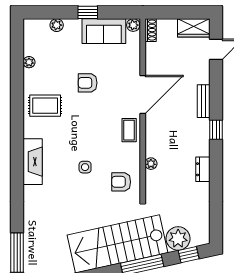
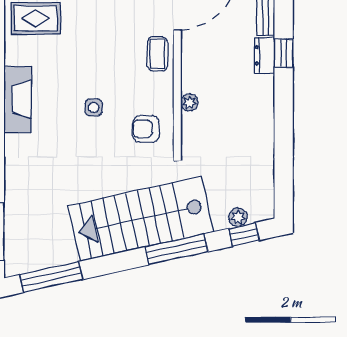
dresser: (203, 169) -> (265, 55), moved
plant: (178, 238) -> (238, 217), width x0.53, depth x0.53

